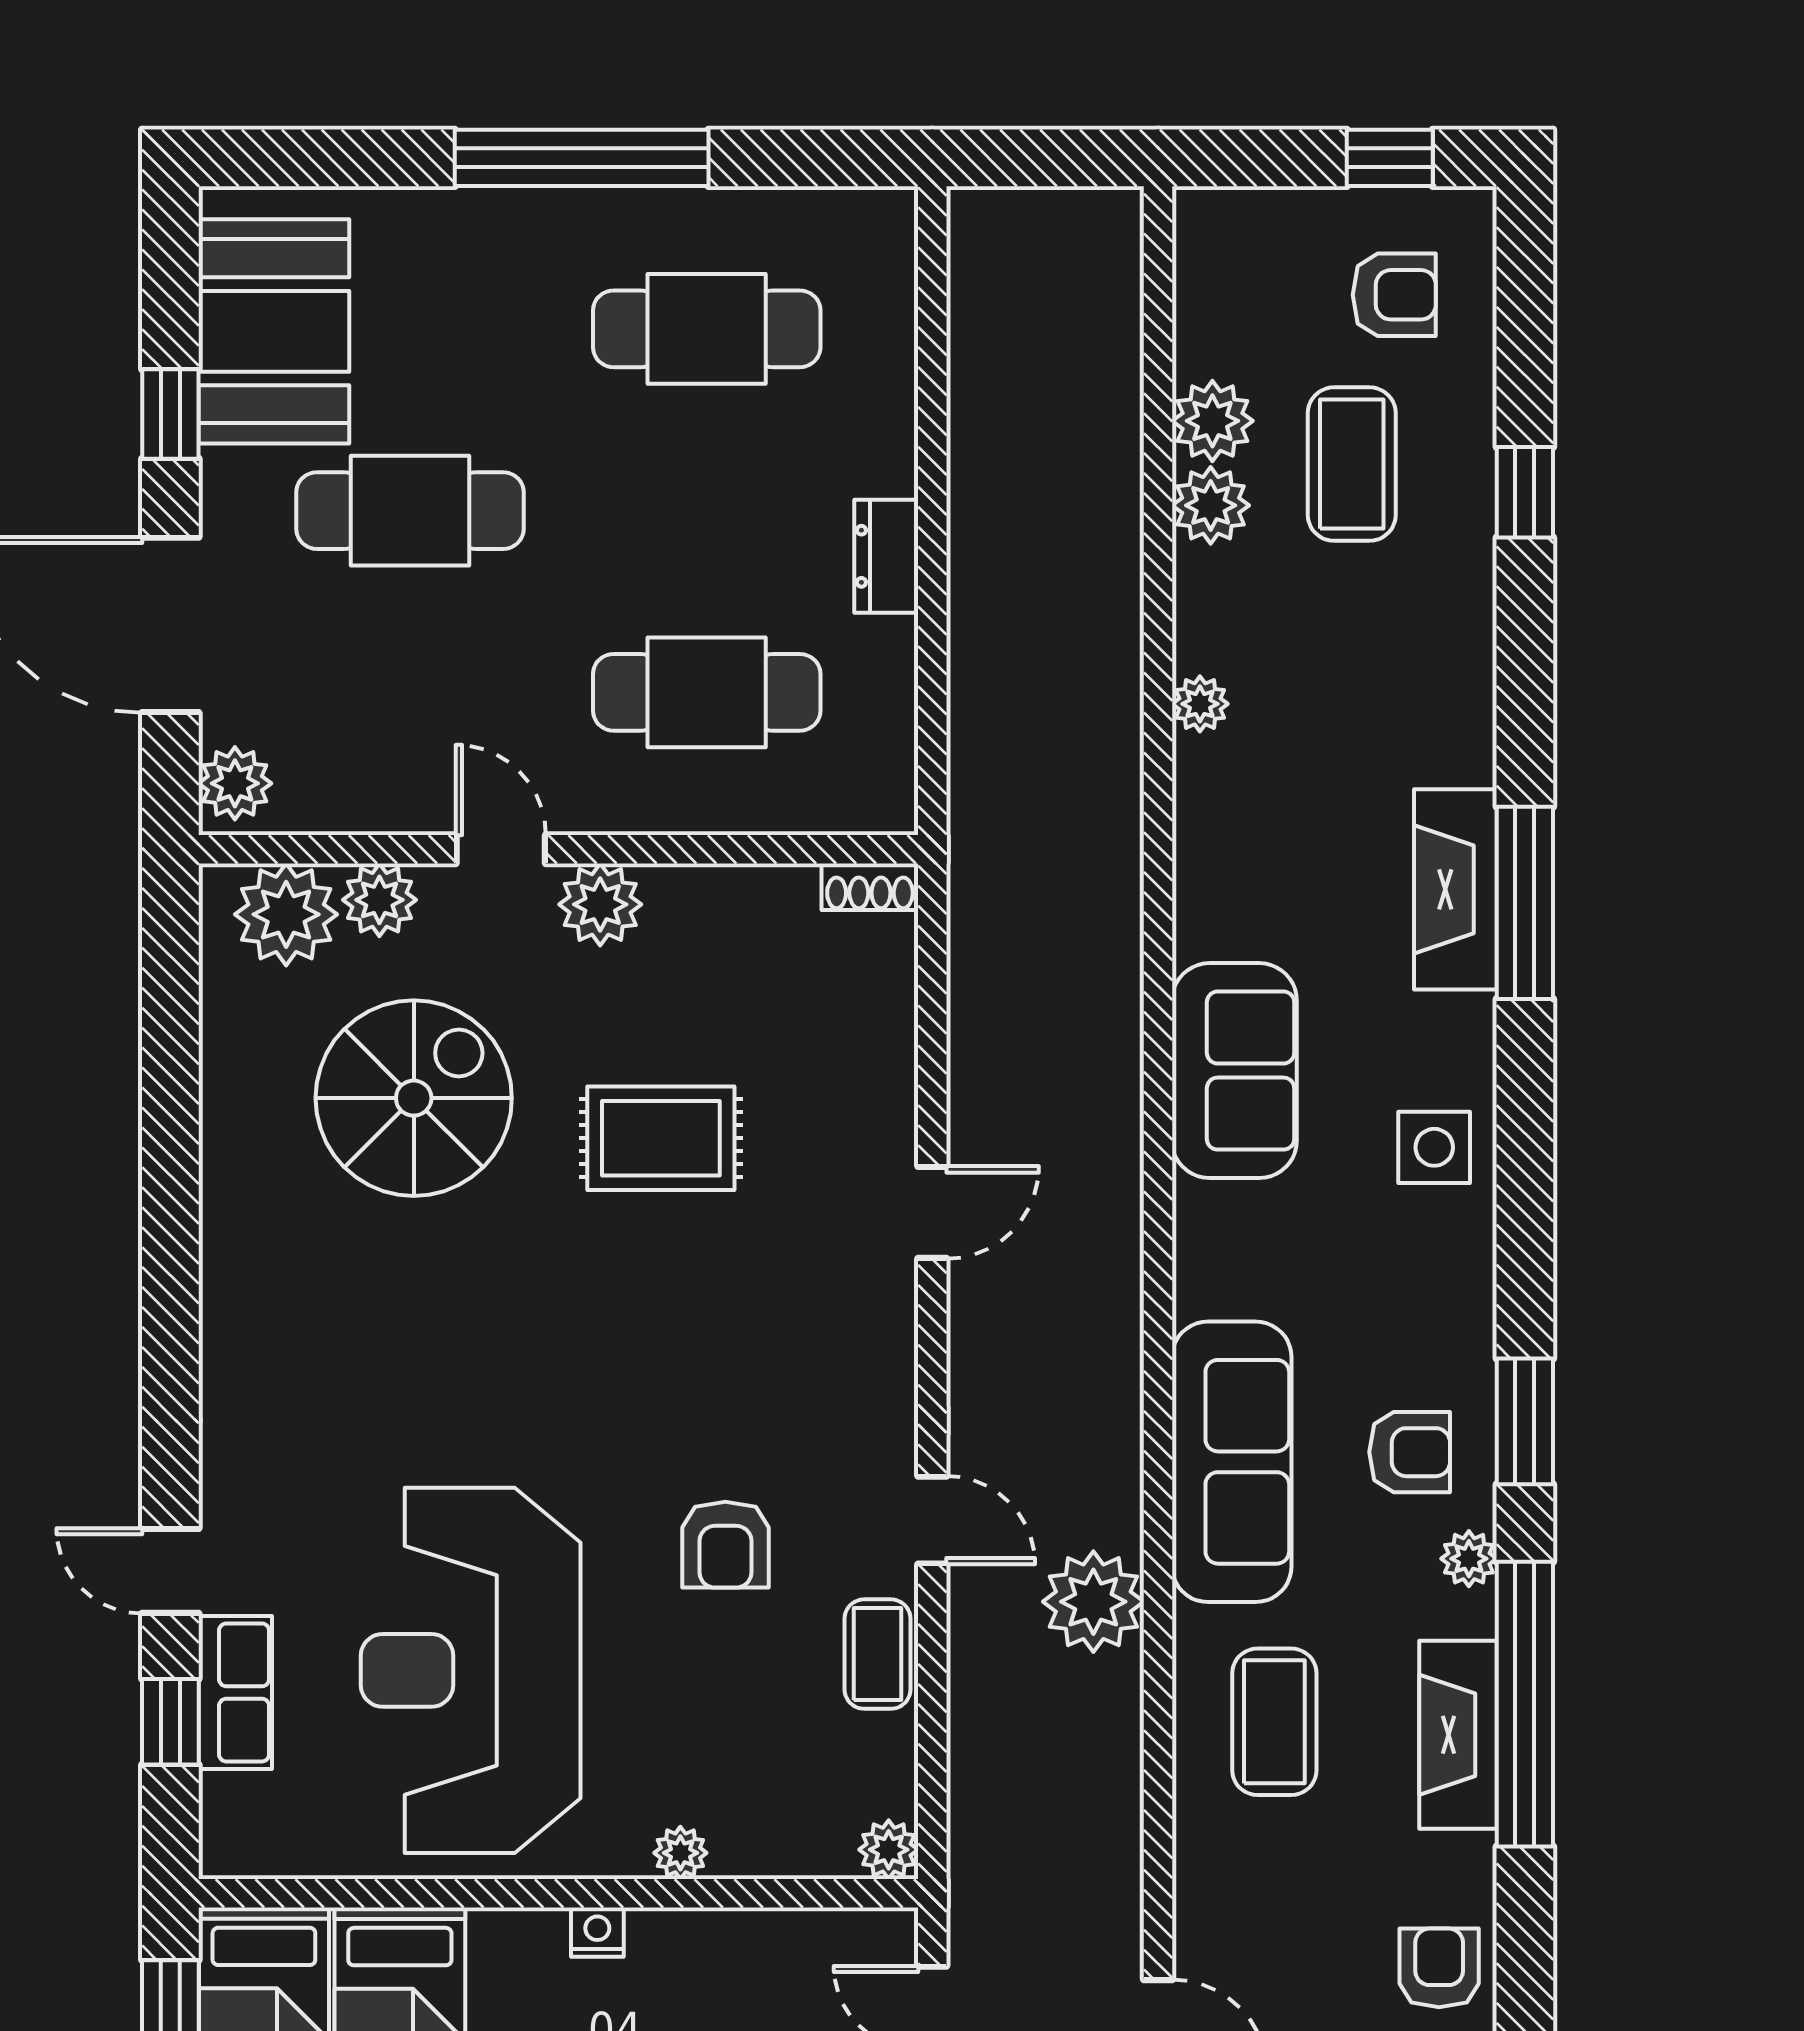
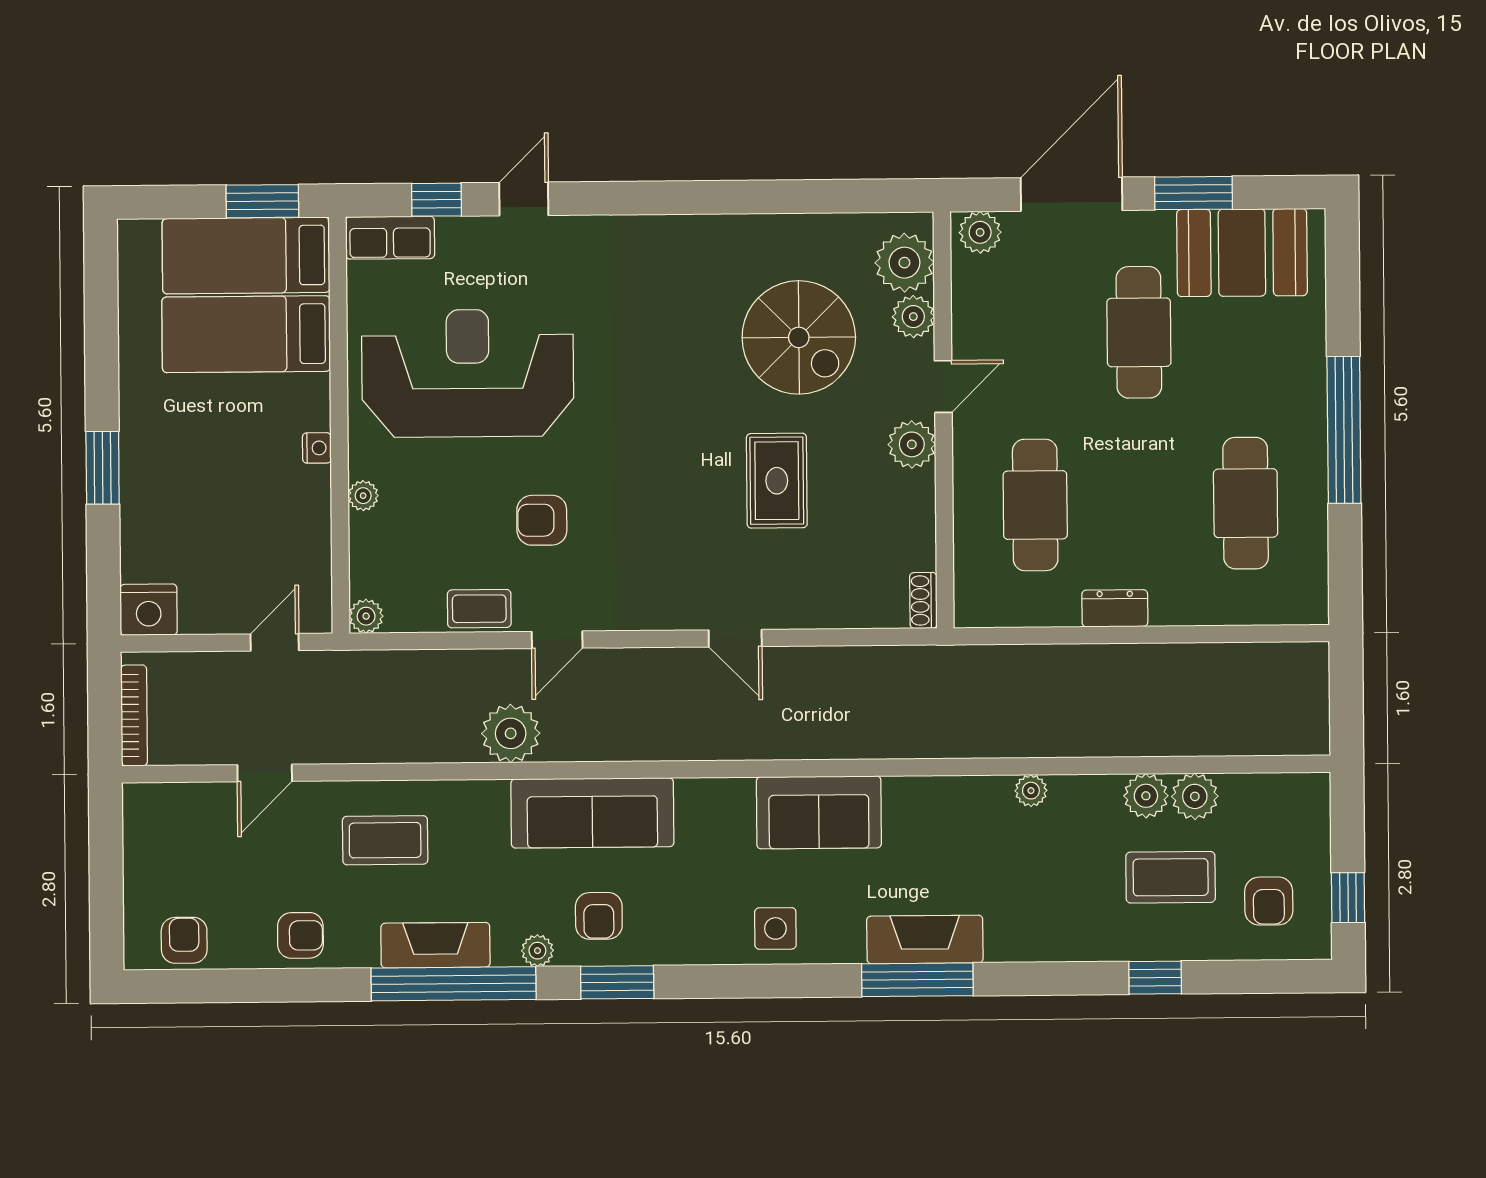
window: (170, 414) -> (1194, 193), width x1.50
row of seats: (235, 1692) -> (390, 238), moved
coffee table: (1274, 1722) -> (385, 840), moved

